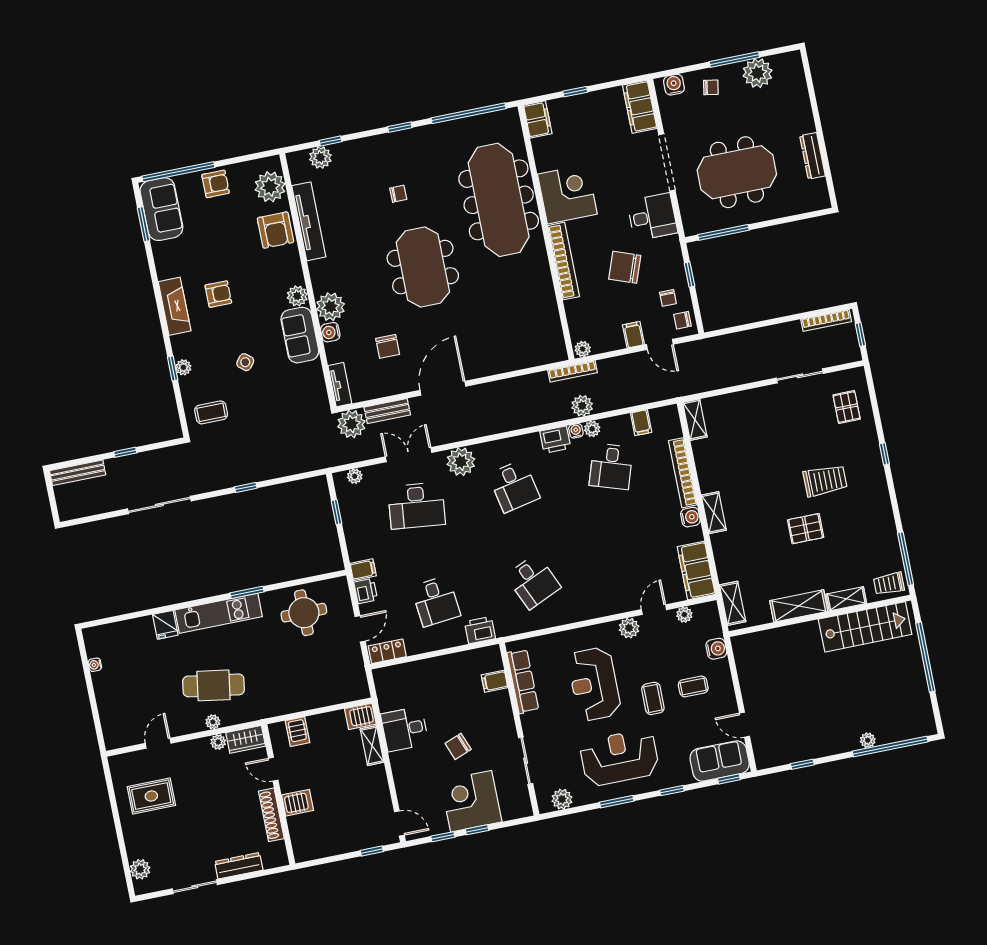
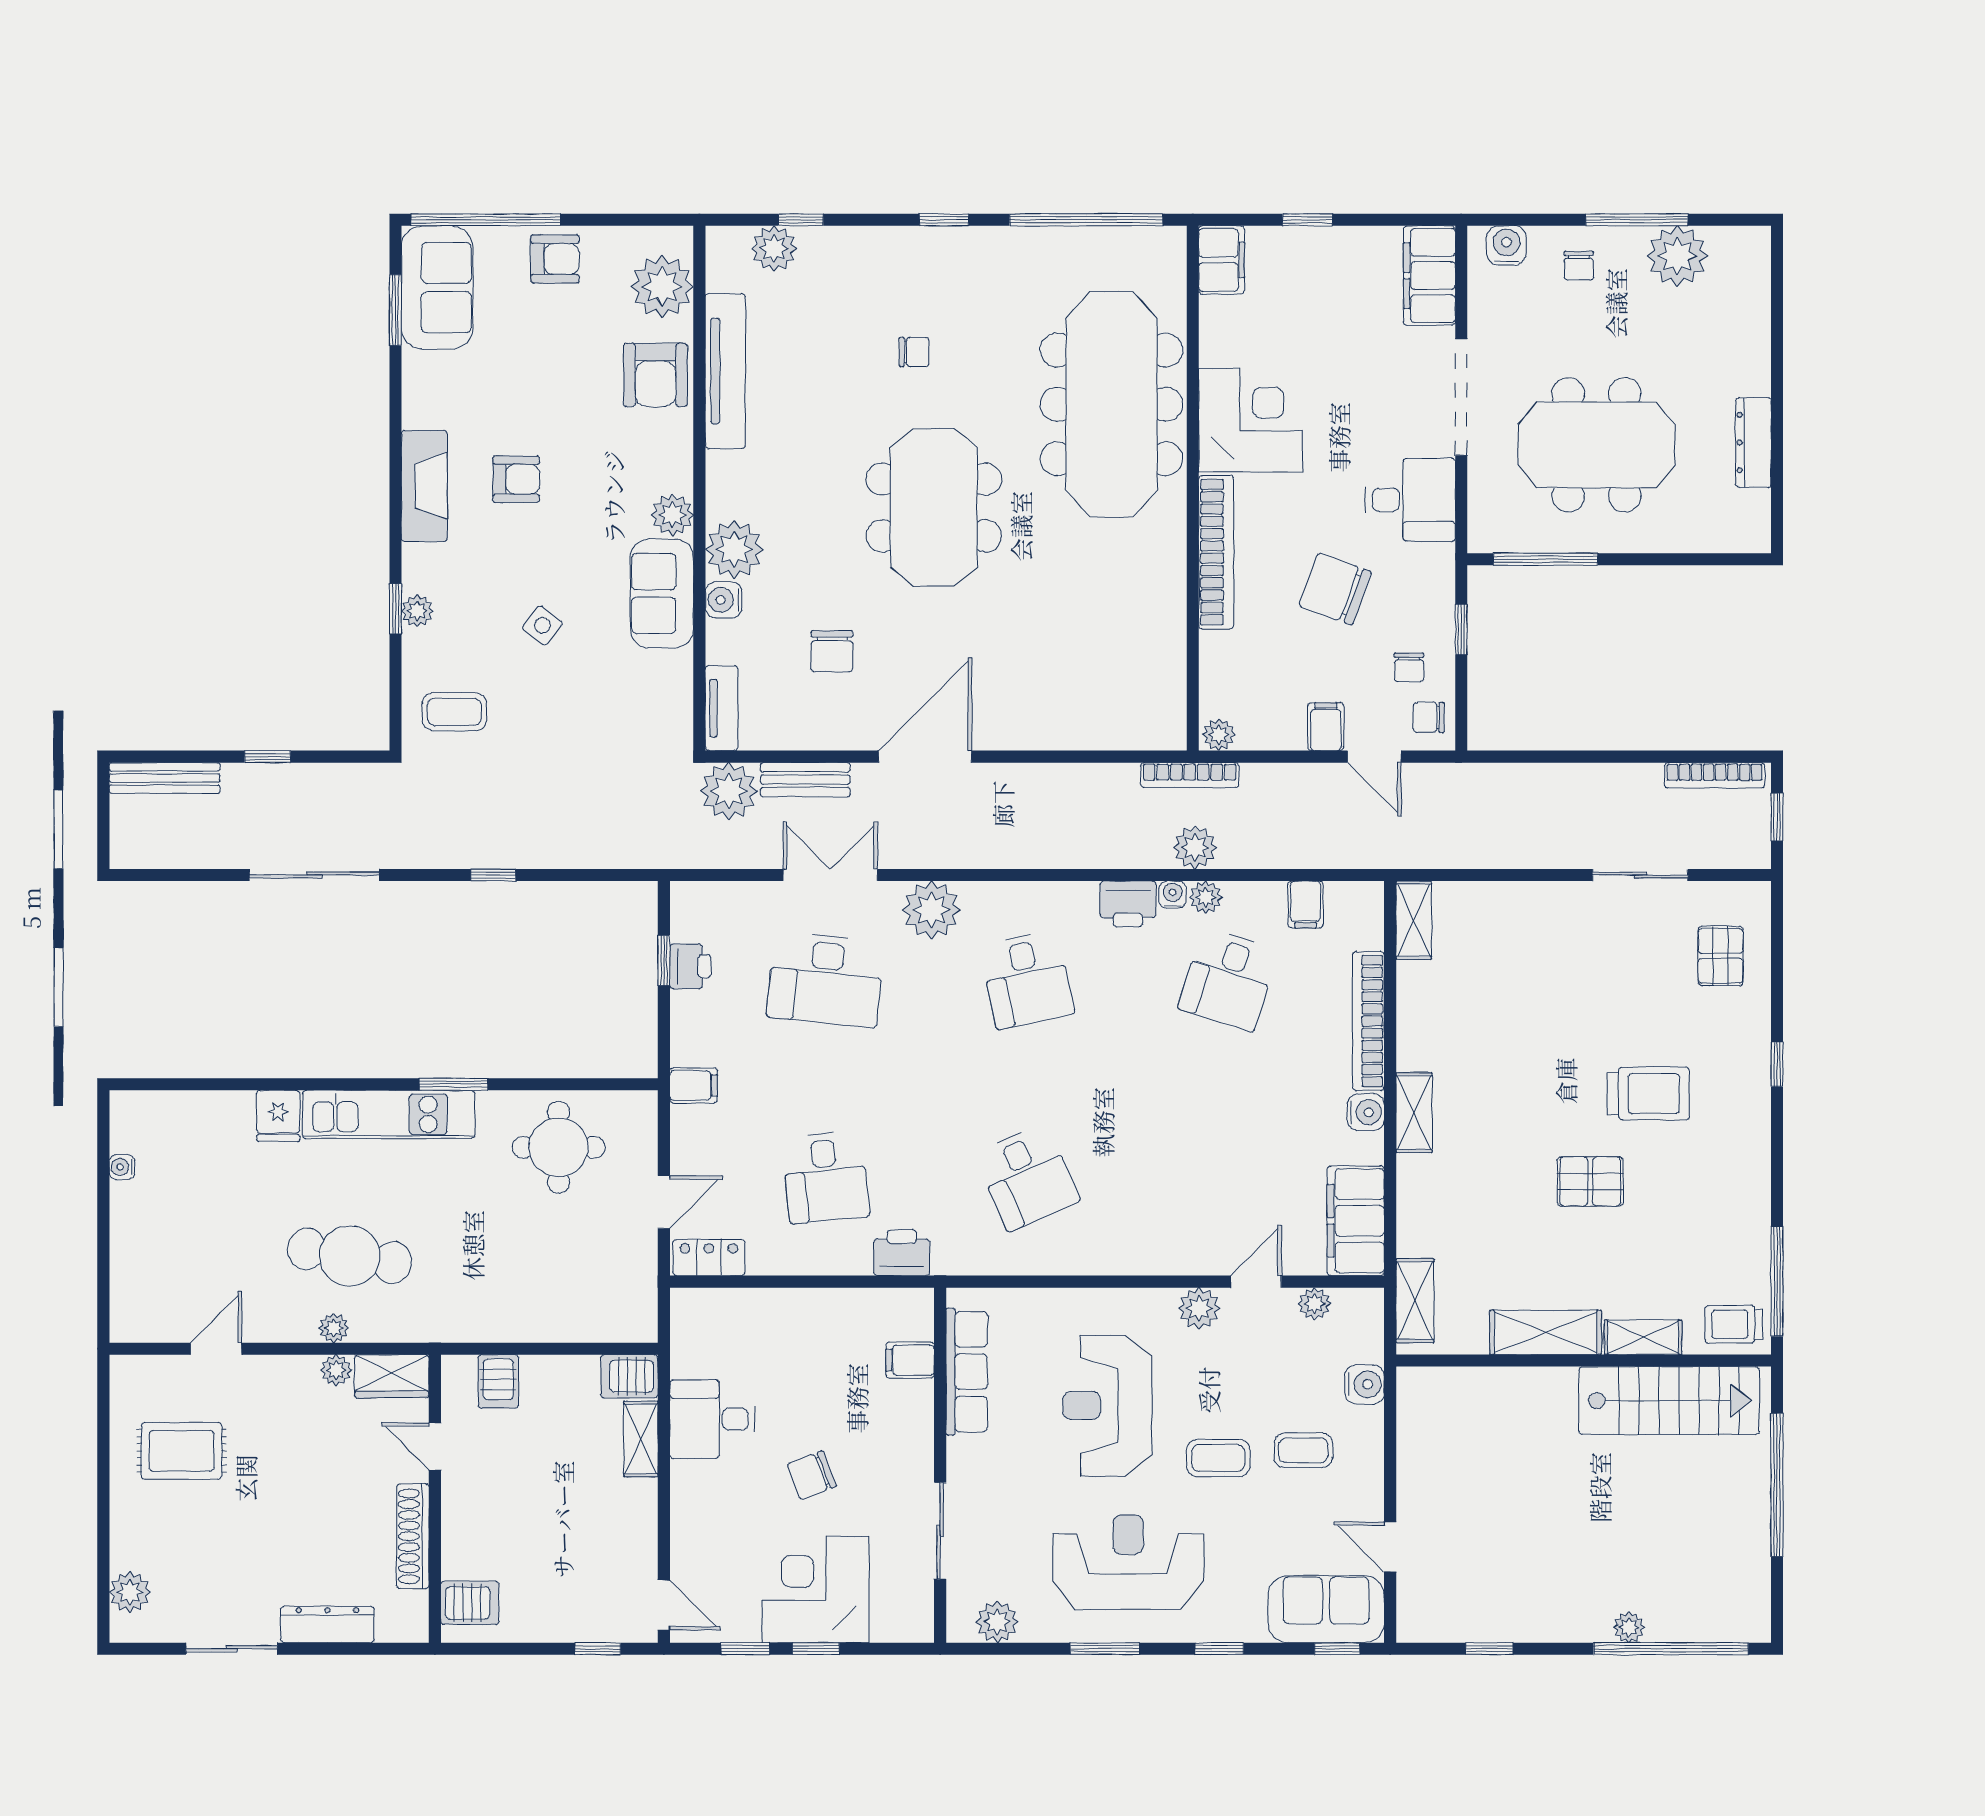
chair: (711, 87) -> (1579, 266), turned 80
plant: (355, 476) -> (714, 896), removed
printer: (366, 591) -> (690, 966), moved
coffee table: (653, 698) -> (1218, 1458), turned 90
server rack: (298, 803) -> (470, 1603), moved

